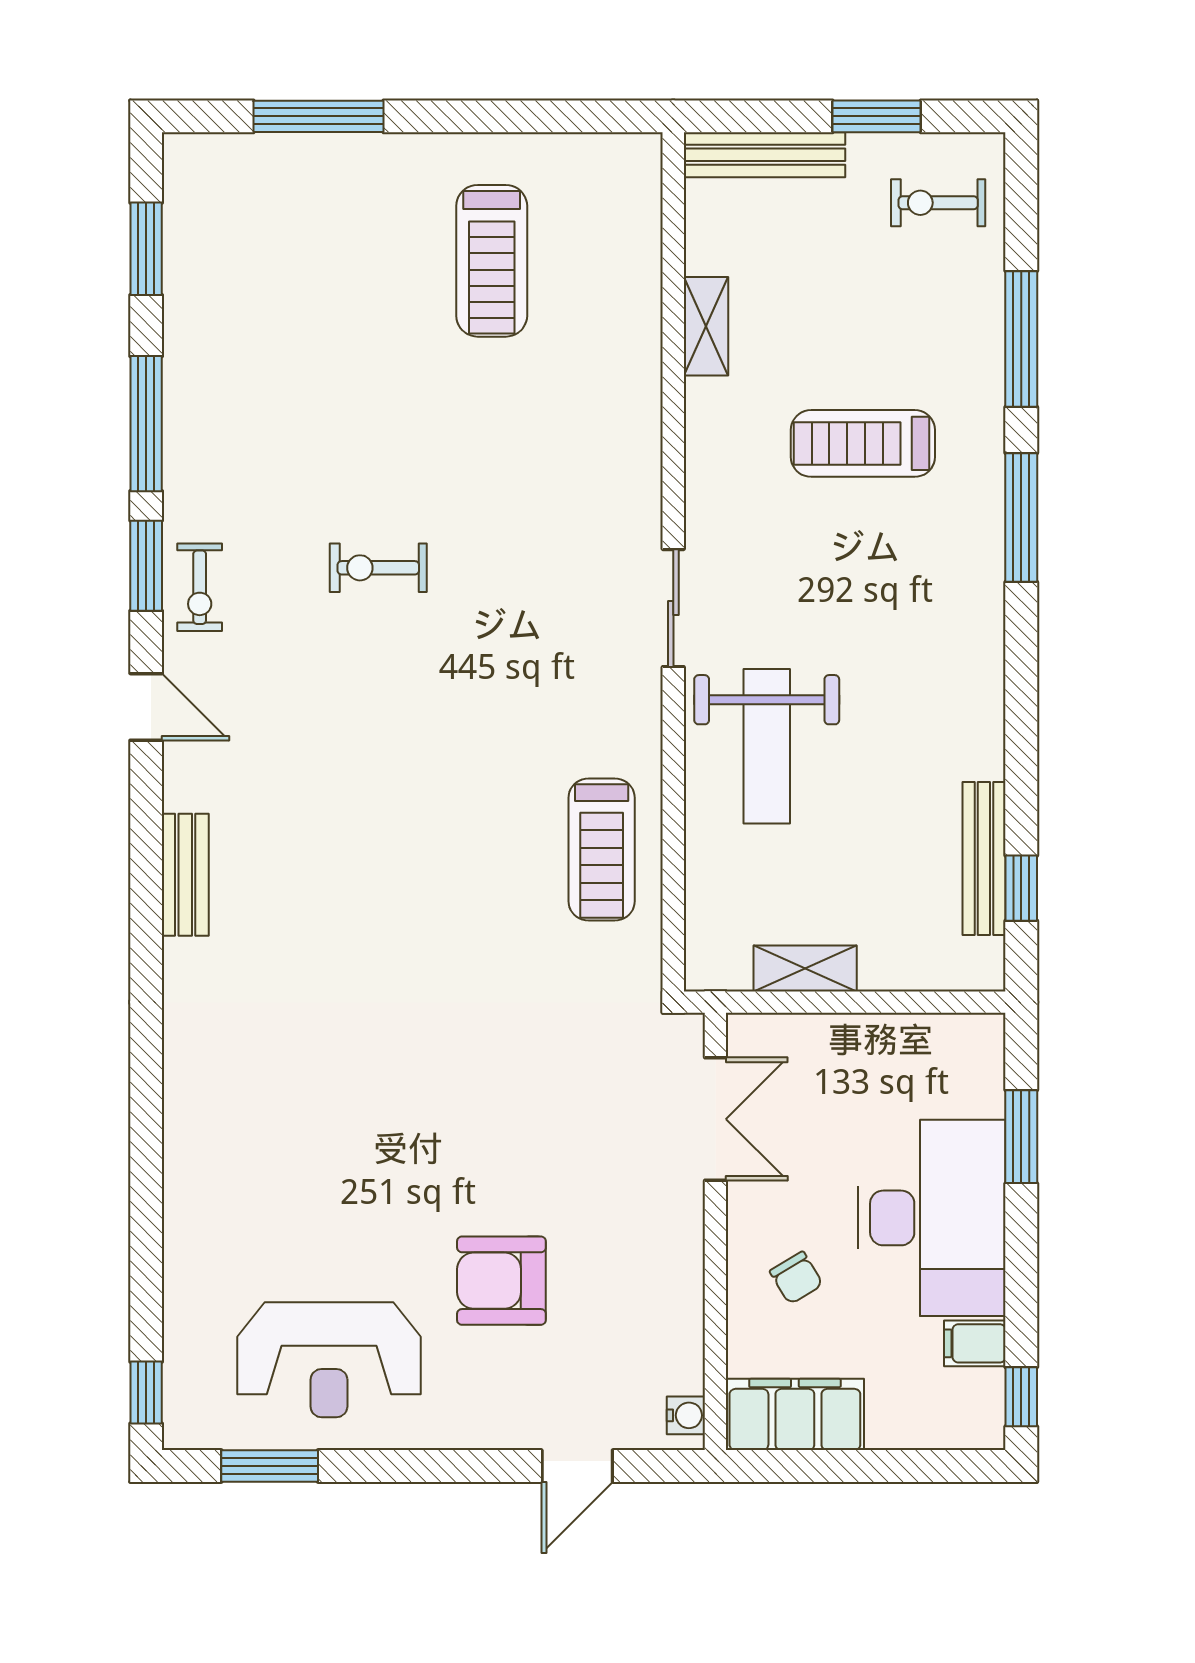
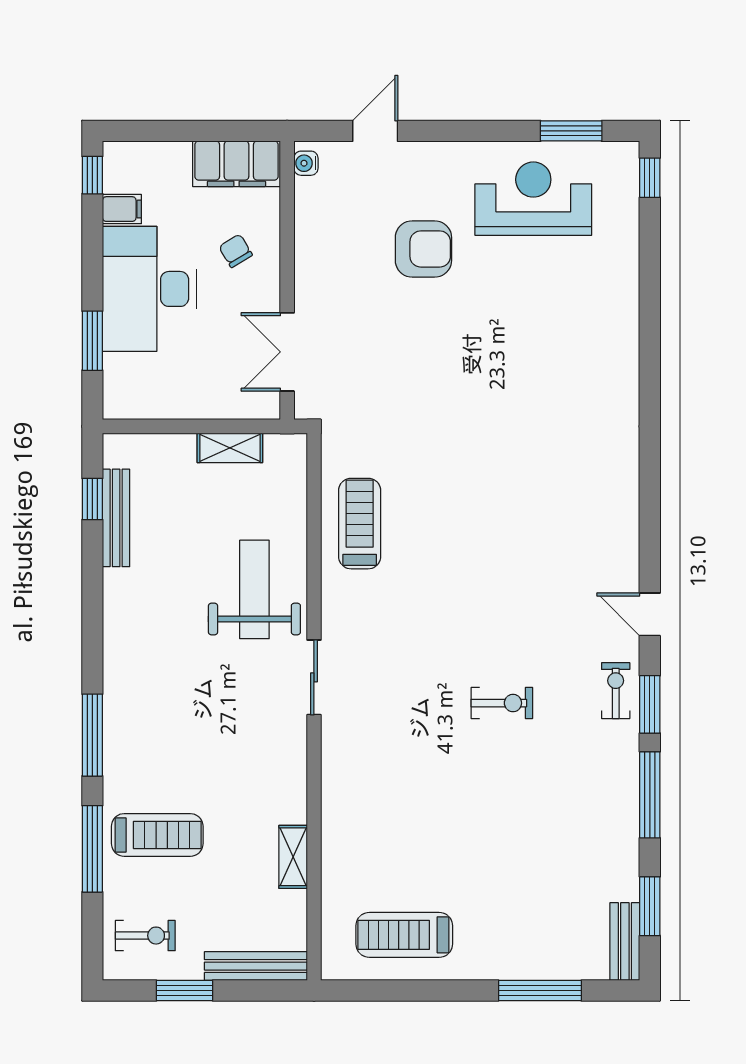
treadmill: (492, 261) -> (404, 935), moved, turned -90
treadmill: (863, 443) -> (157, 835), moved
bench: (185, 875) -> (625, 942), moved

